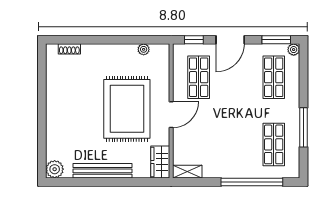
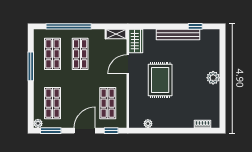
rug: (127, 109) -> (160, 80), width x0.73, depth x0.69
door: (171, 115) -> (128, 64), moved
shop shelf: (236, 144) -> (80, 54), added
plant: (55, 169) -> (213, 78), moved
window: (79, 182) -> (195, 26), added

